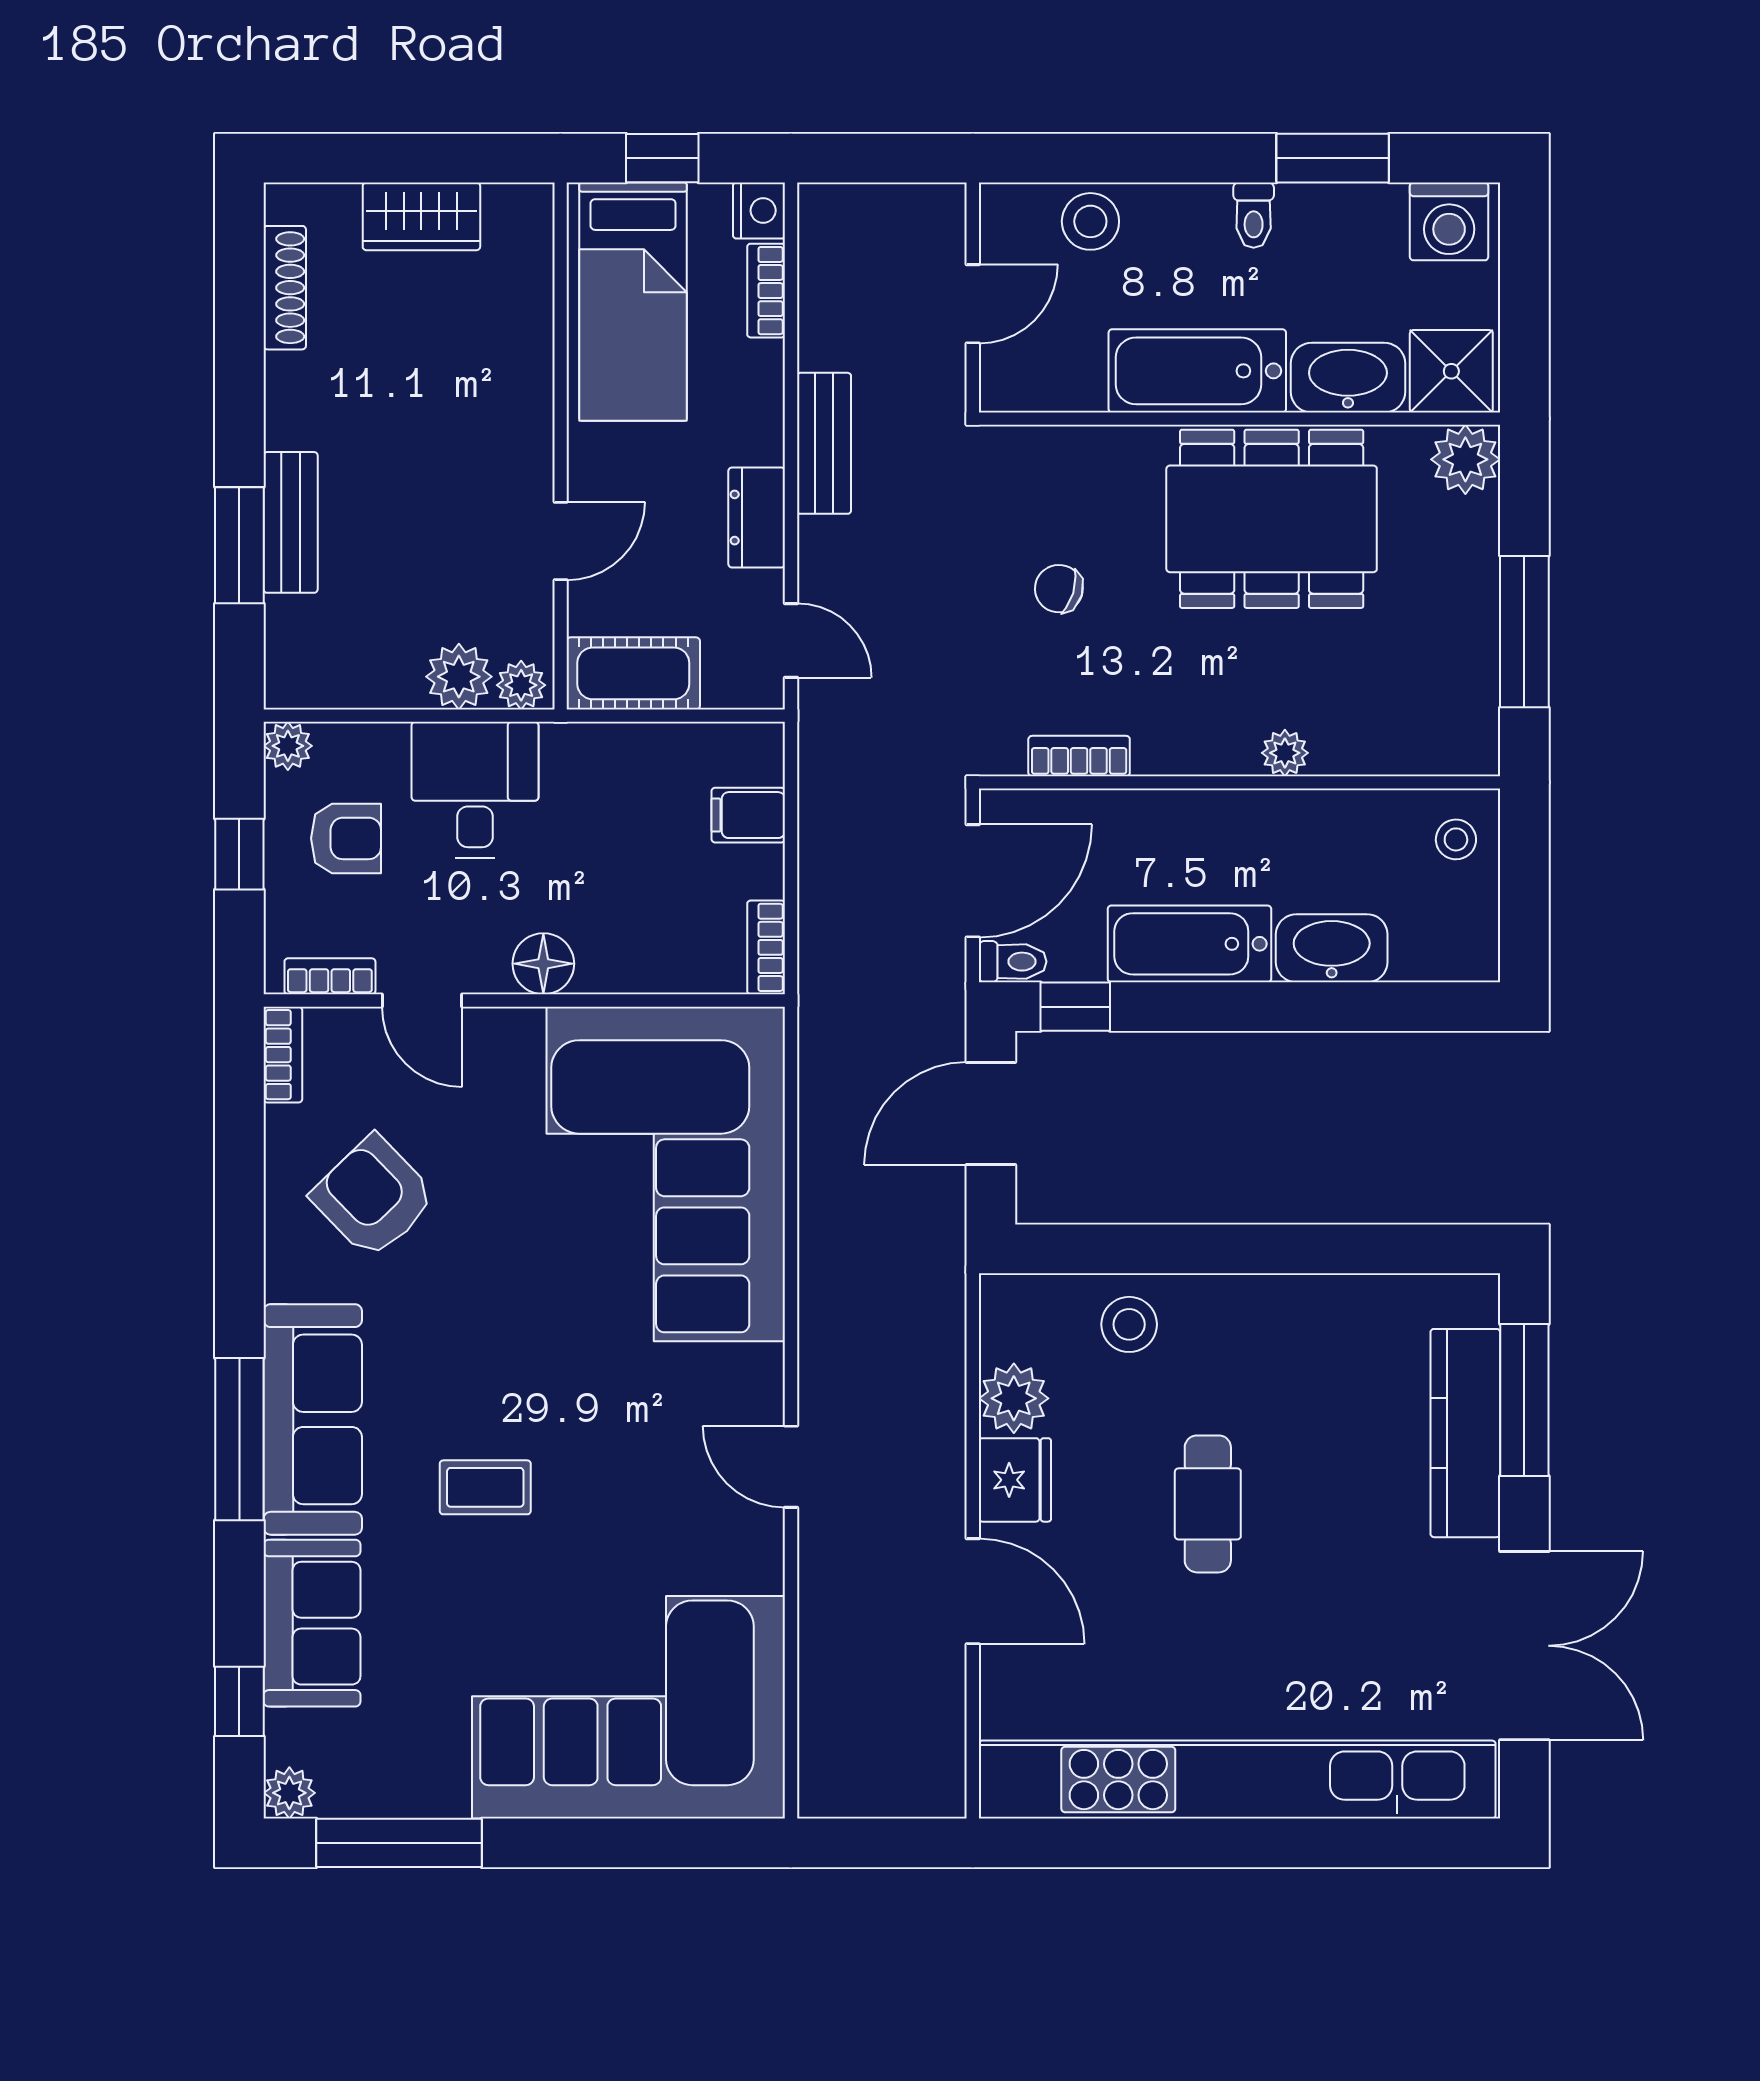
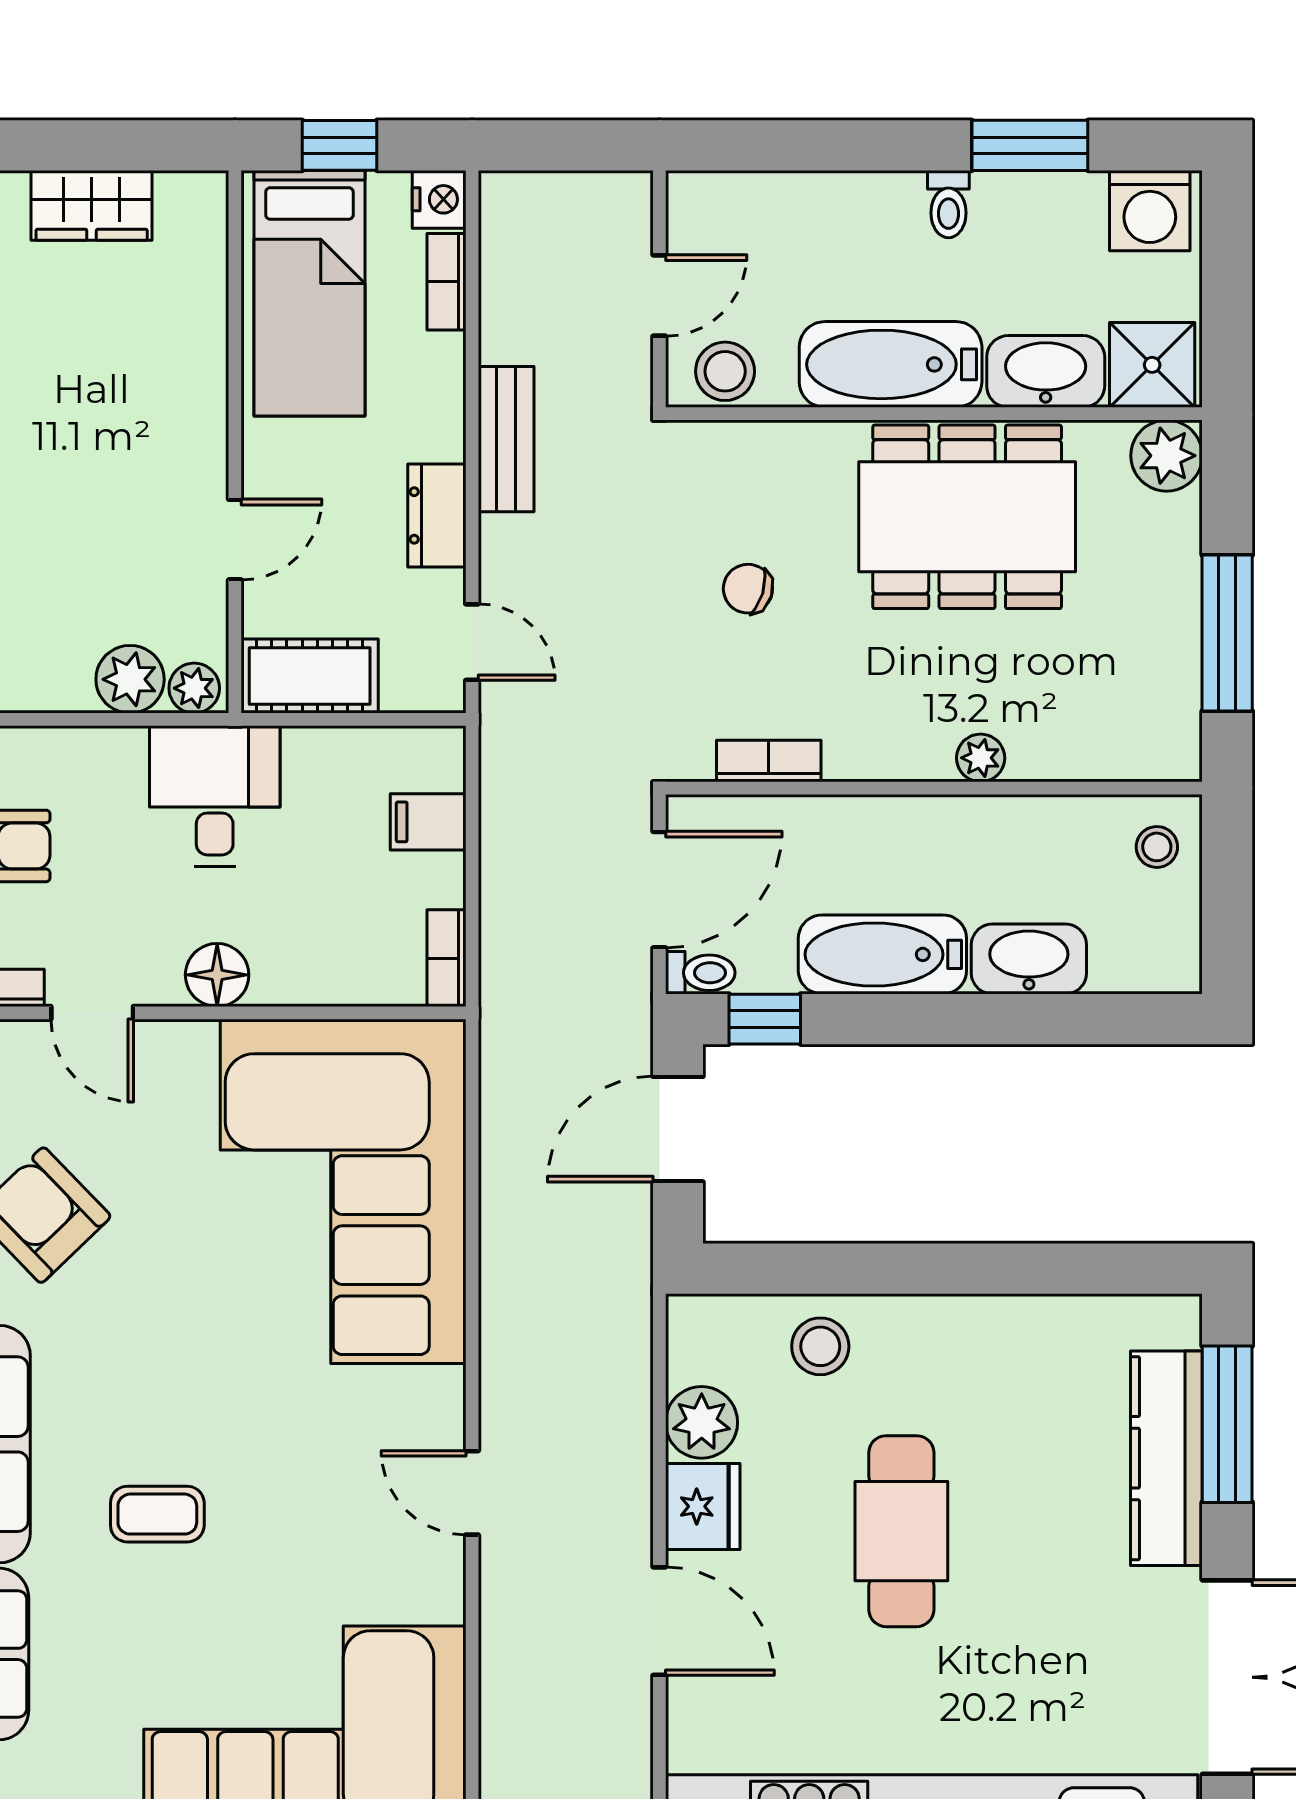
stool: (1090, 221) -> (725, 371), moved
desk: (475, 790) -> (215, 796), moved
cafe table: (1208, 1504) -> (901, 1531), width x1.37, depth x1.35

